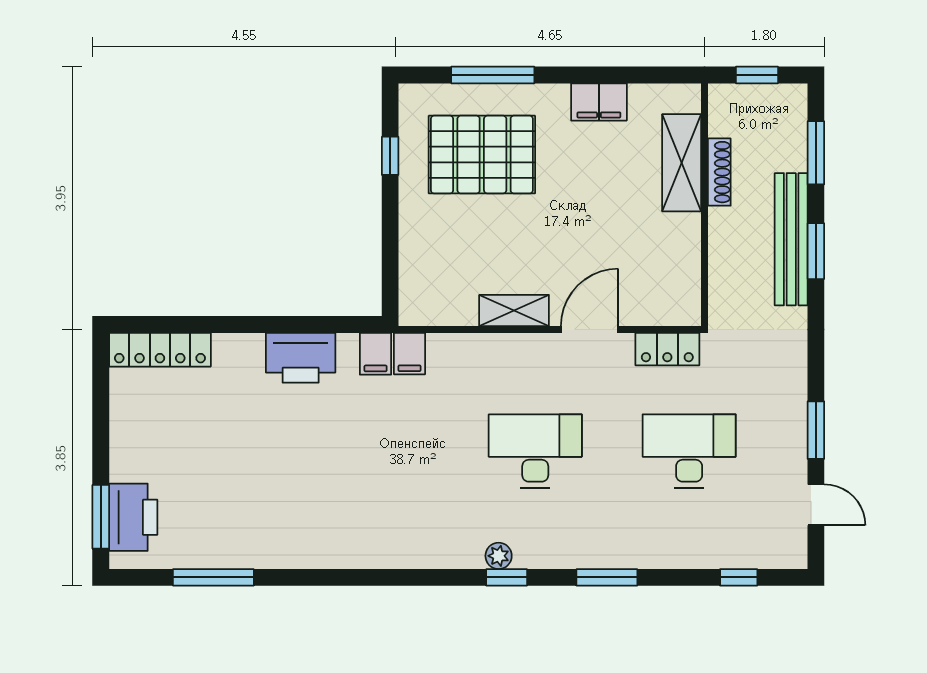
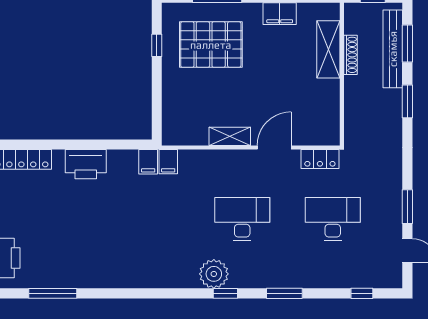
bench: (791, 239) -> (393, 49), moved
printer: (301, 358) -> (86, 164), moved
plant: (499, 556) -> (214, 274), width x1.88, depth x1.88

